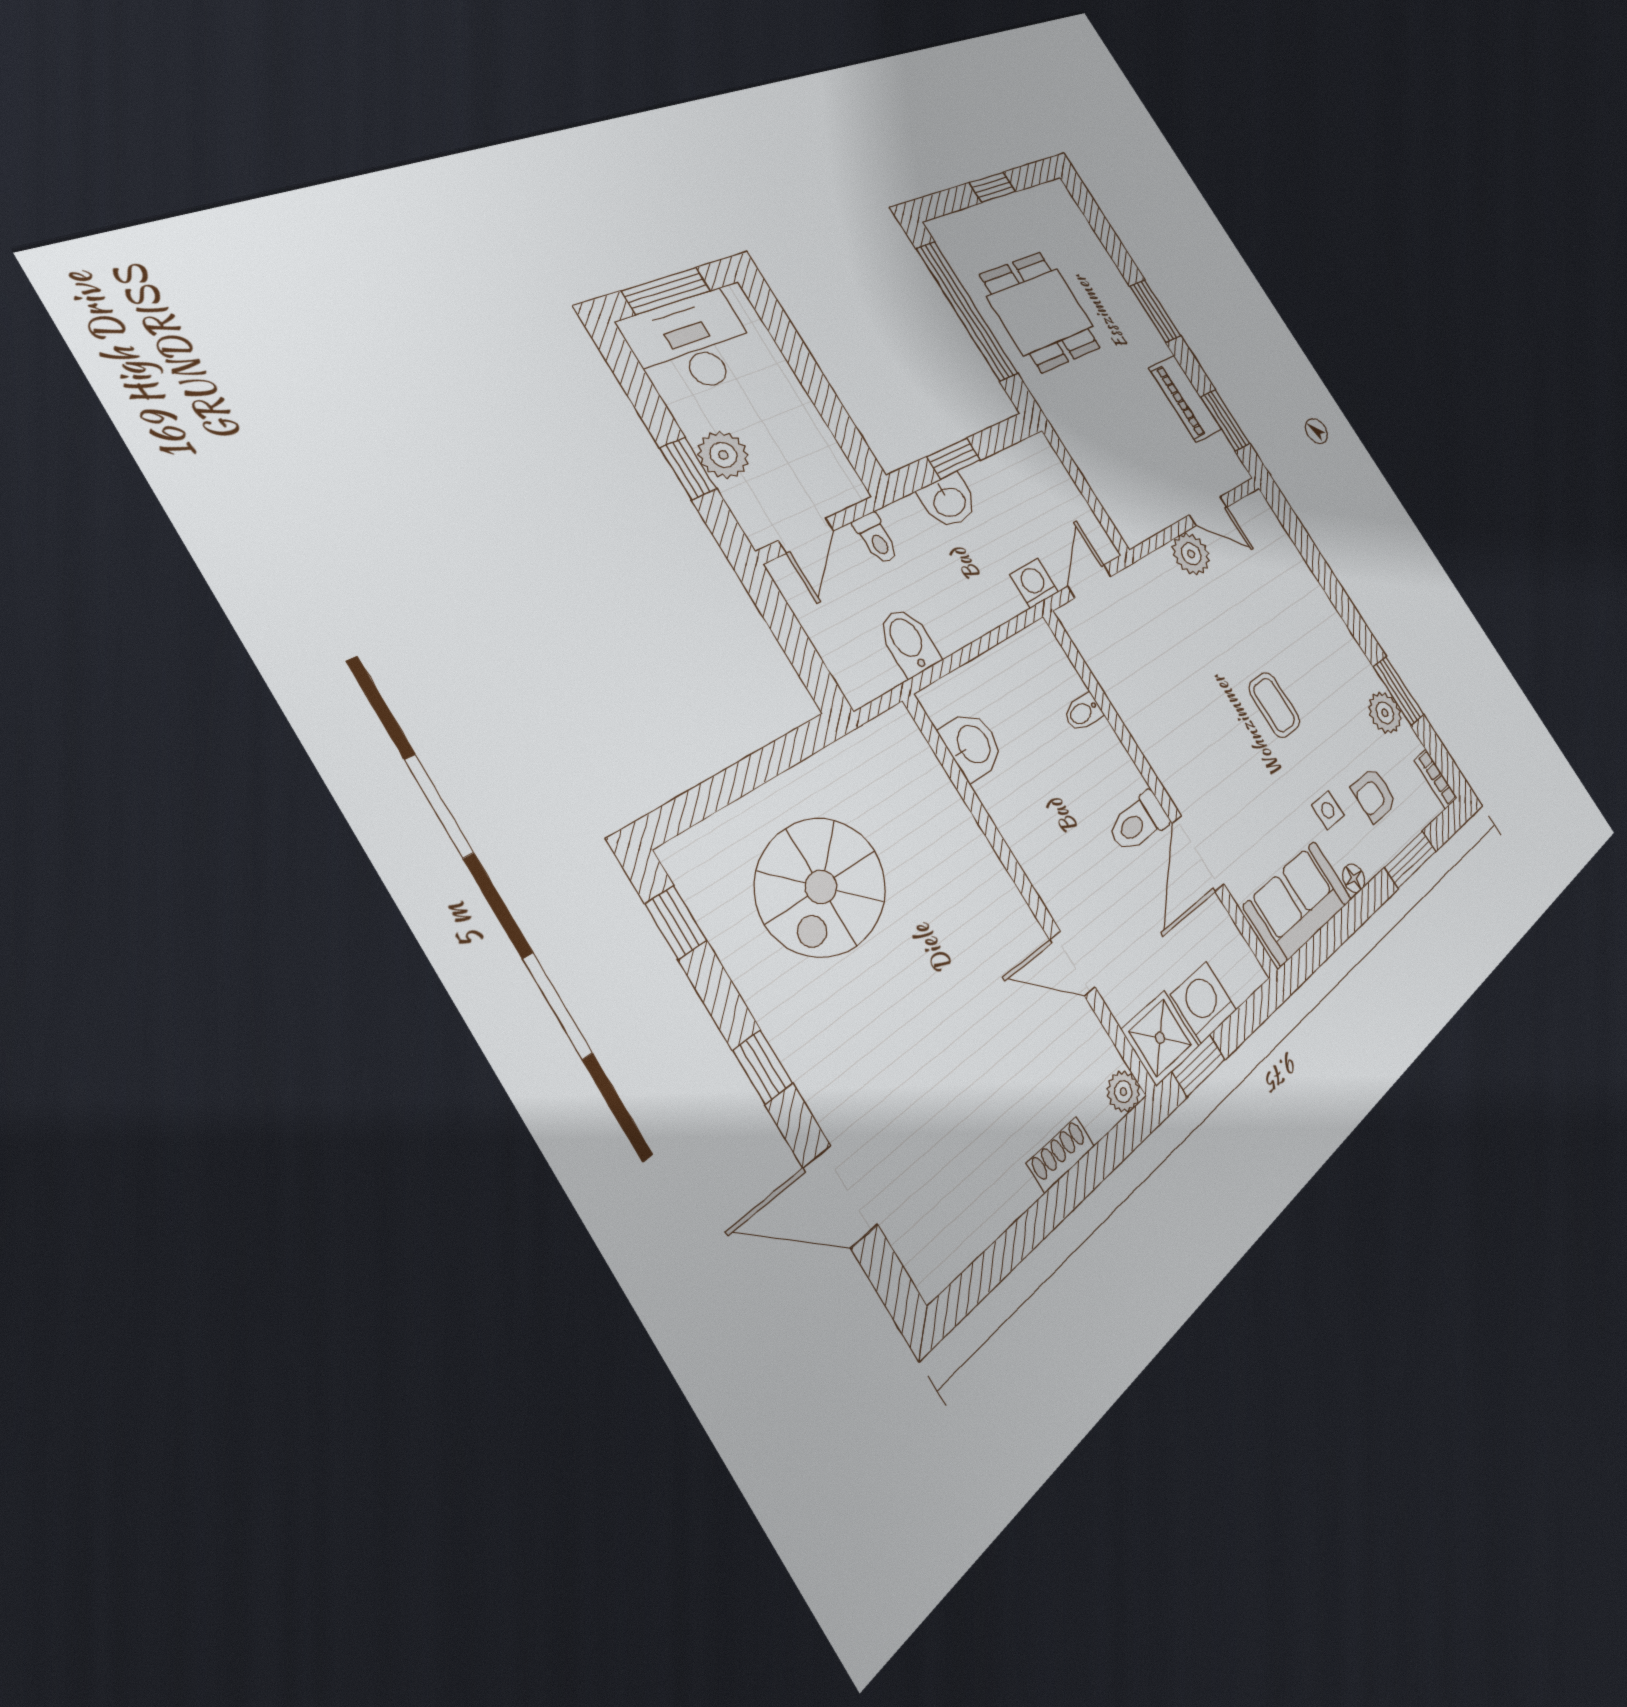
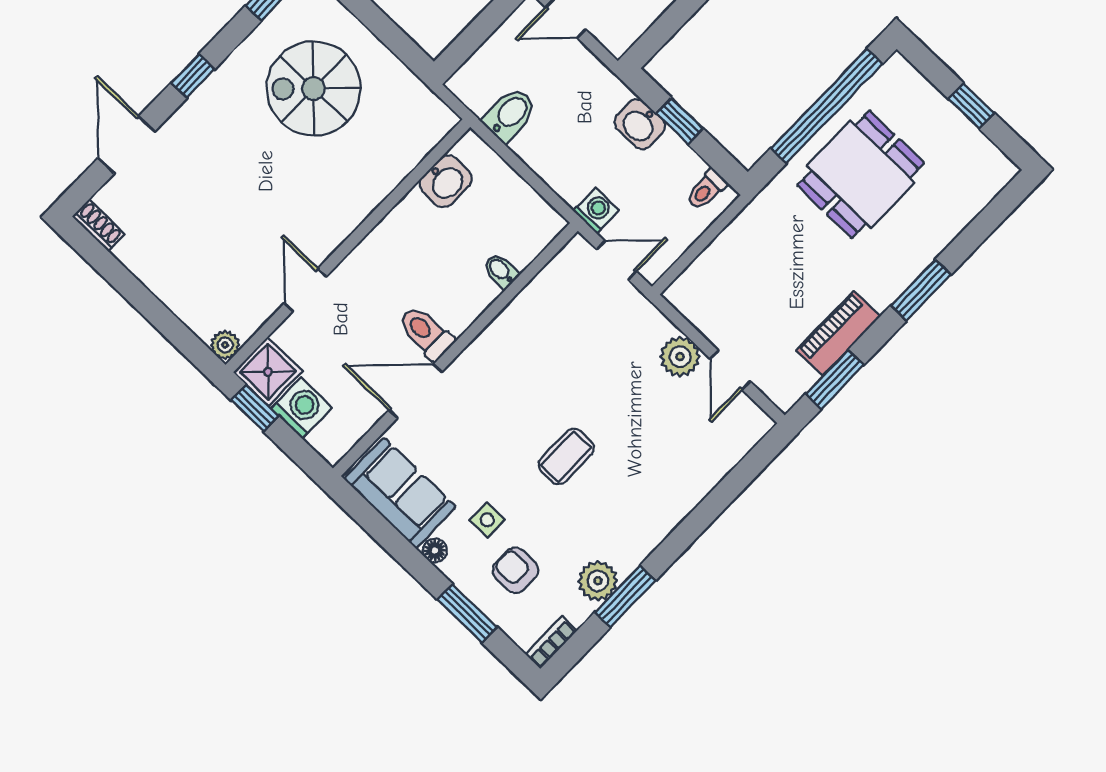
toilet: (876, 538) -> (706, 190), moved
shoe rack: (1061, 1155) -> (98, 225), moved

